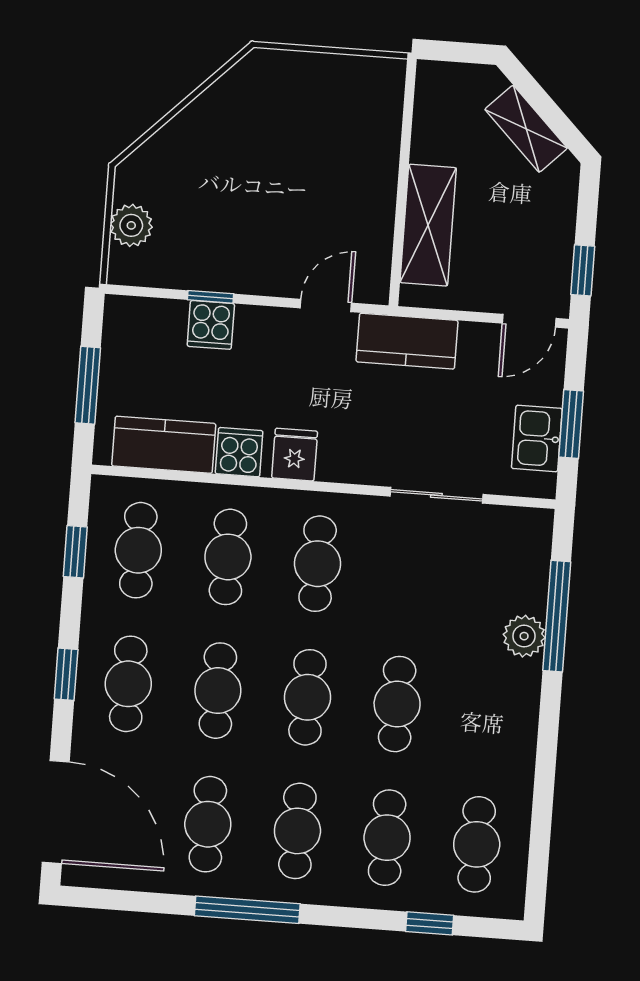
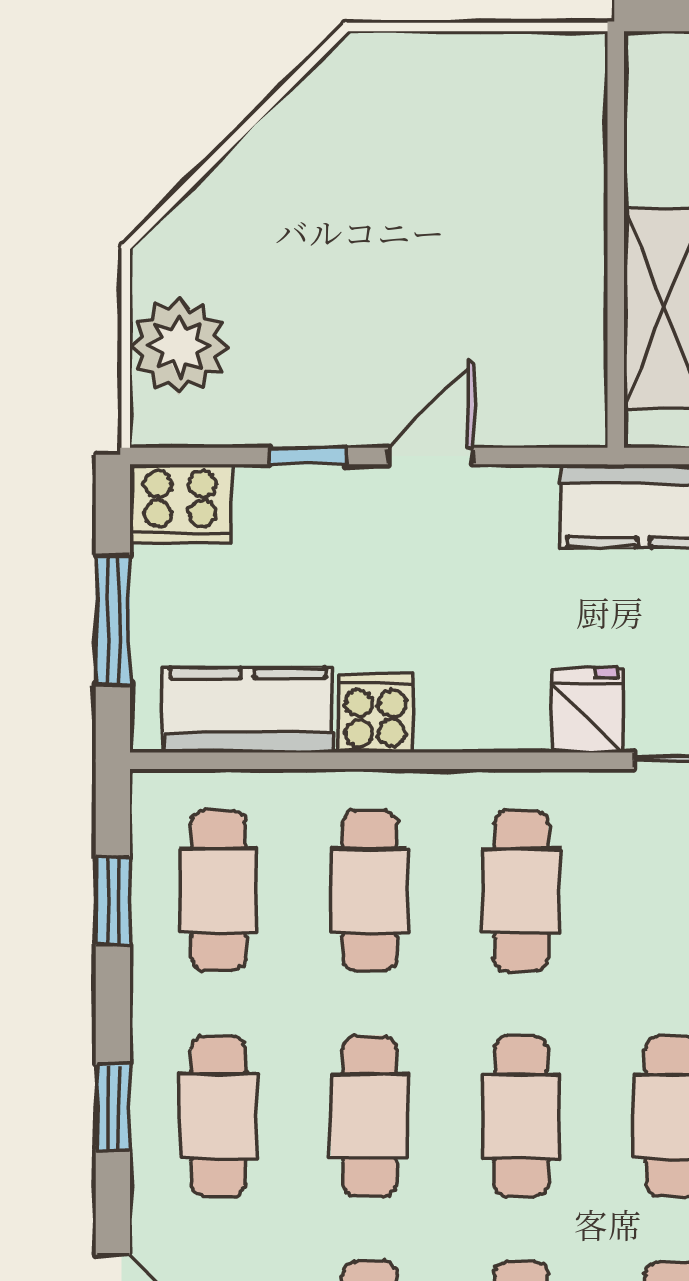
plant: (131, 225) -> (179, 346), width x1.36, depth x1.36
door: (326, 306) -> (431, 456), moved
cooker: (211, 325) -> (180, 503), moved, width x1.36
fridge: (295, 455) -> (588, 710), moved

